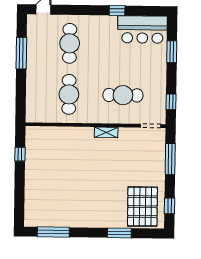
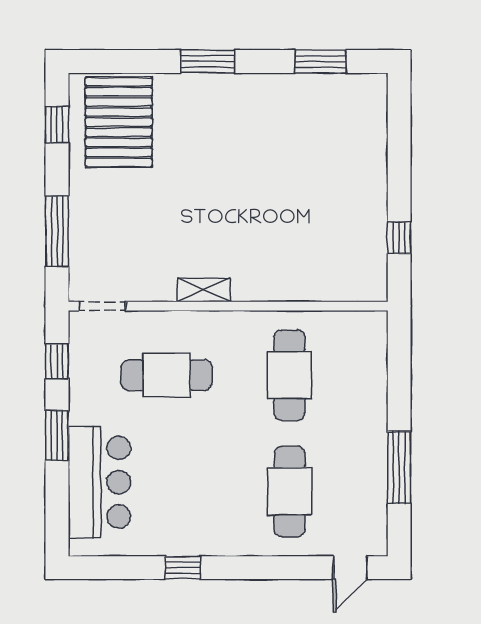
bar counter: (142, 30) -> (99, 482), moved, turned 90
window: (172, 52) -> (57, 435), moved
window: (53, 232) -> (321, 61), width x0.69
window: (119, 233) -> (208, 61), moved

